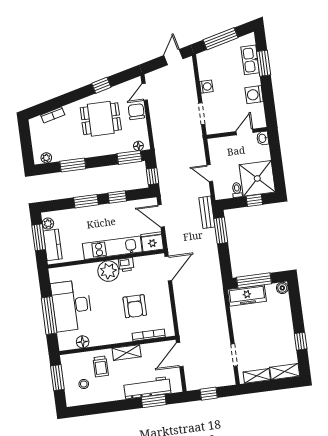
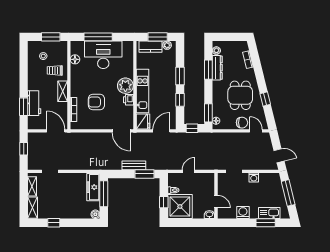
dresser: (69, 154) -> (217, 68), added
bench: (207, 212) -> (134, 165), moved
workbench: (147, 388) -> (34, 103), width x0.73

